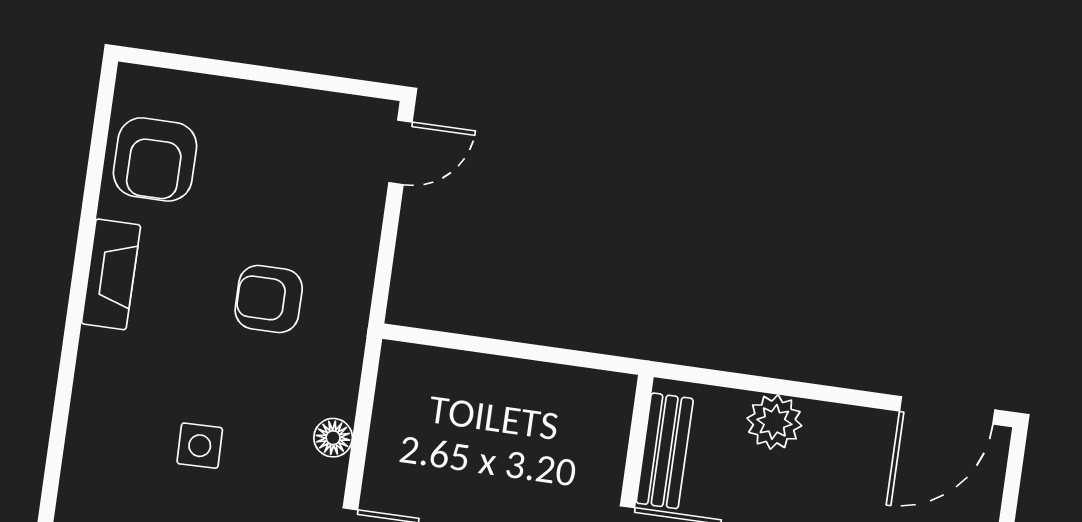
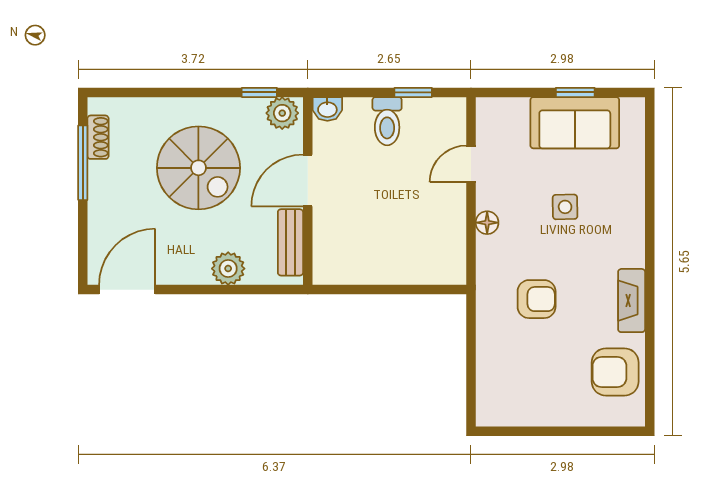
door: (400, 152) -> (471, 396), removed
armchair: (155, 159) -> (615, 372), turned -90

